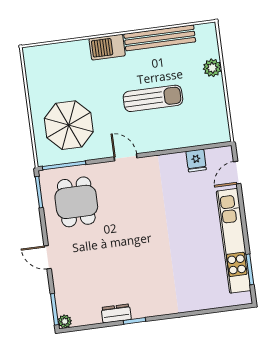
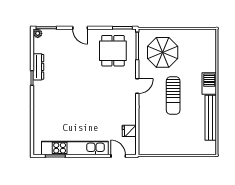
plant: (212, 68) -> (187, 149), removed
sun lounger: (153, 98) -> (173, 96), moved
dining table: (76, 202) -> (113, 51), turned 90
door: (48, 257) -> (80, 28), swing flipped
dresser: (116, 313) -> (38, 67), width x1.44

